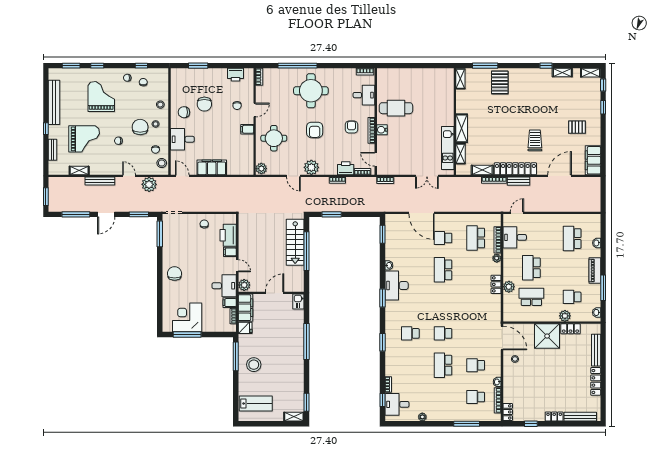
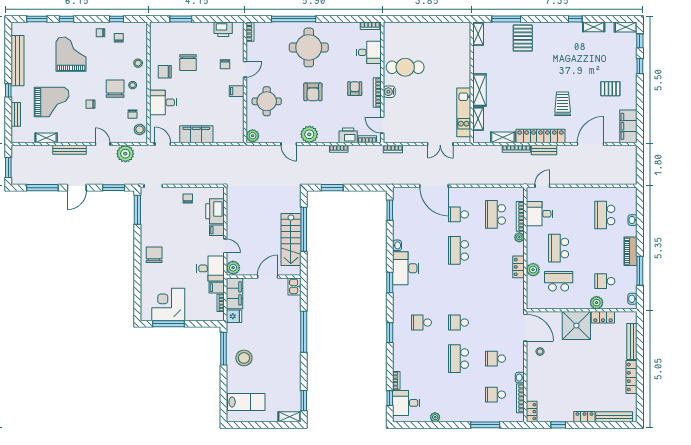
stairs: (295, 242) -> (291, 240), moved

